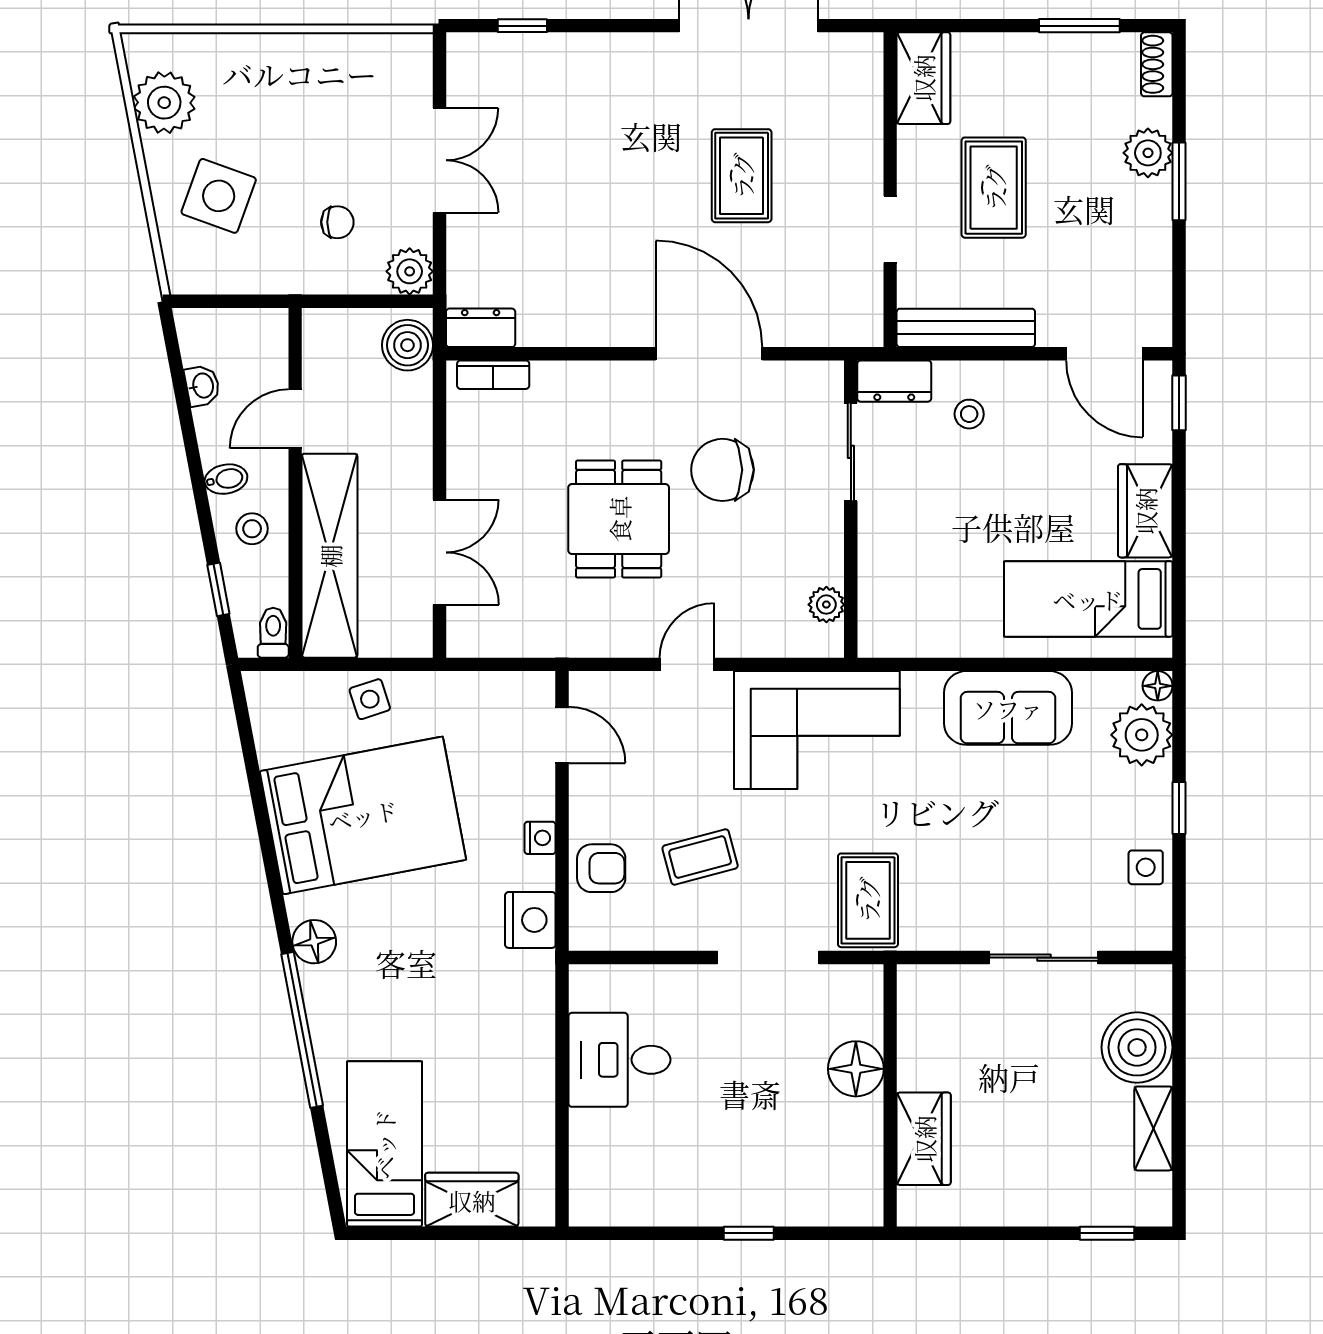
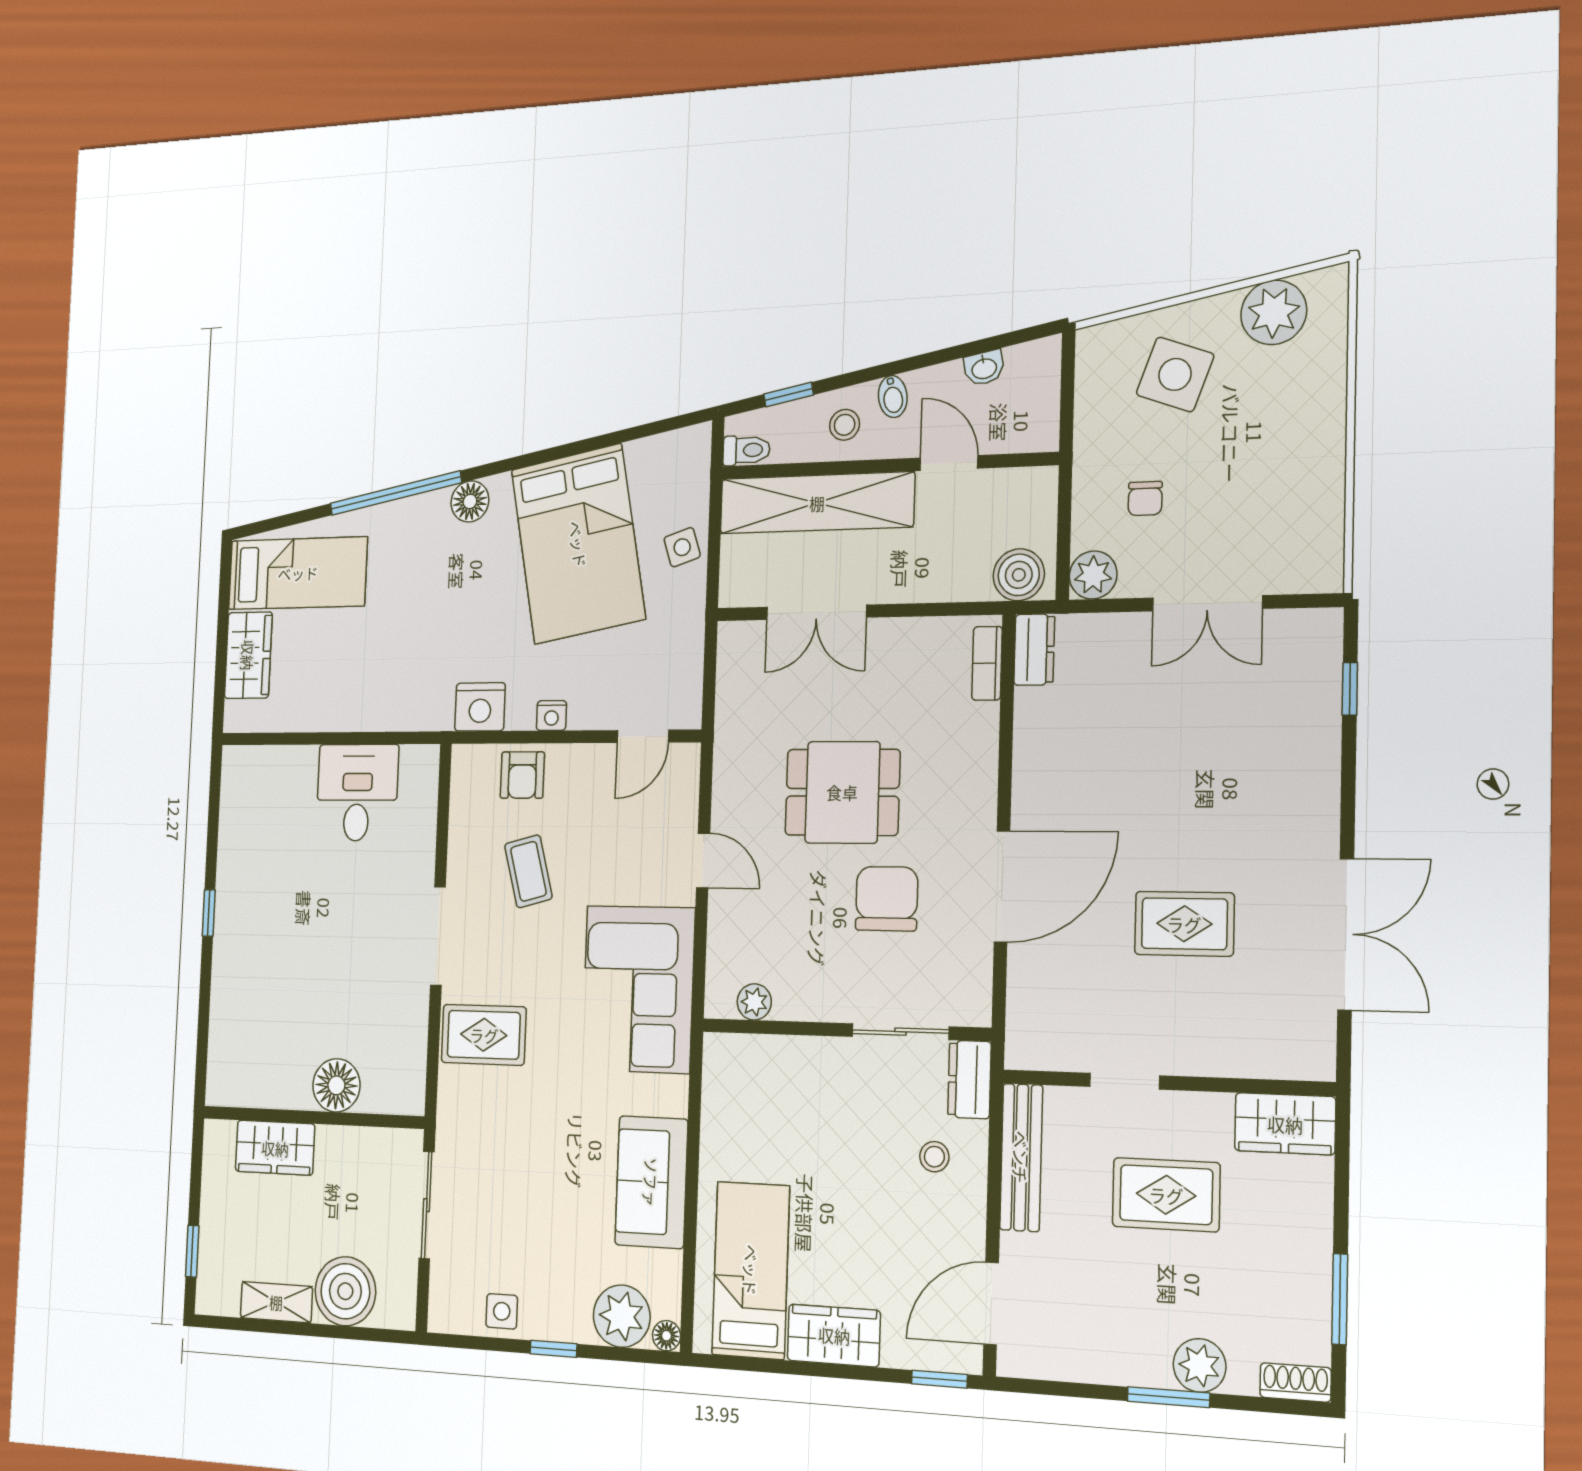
floor lamp: (856, 1069) -> (336, 1085), moved
wall: (890, 1095) -> (313, 1117), moved
wardrobe: (924, 1139) -> (275, 1148), moved

